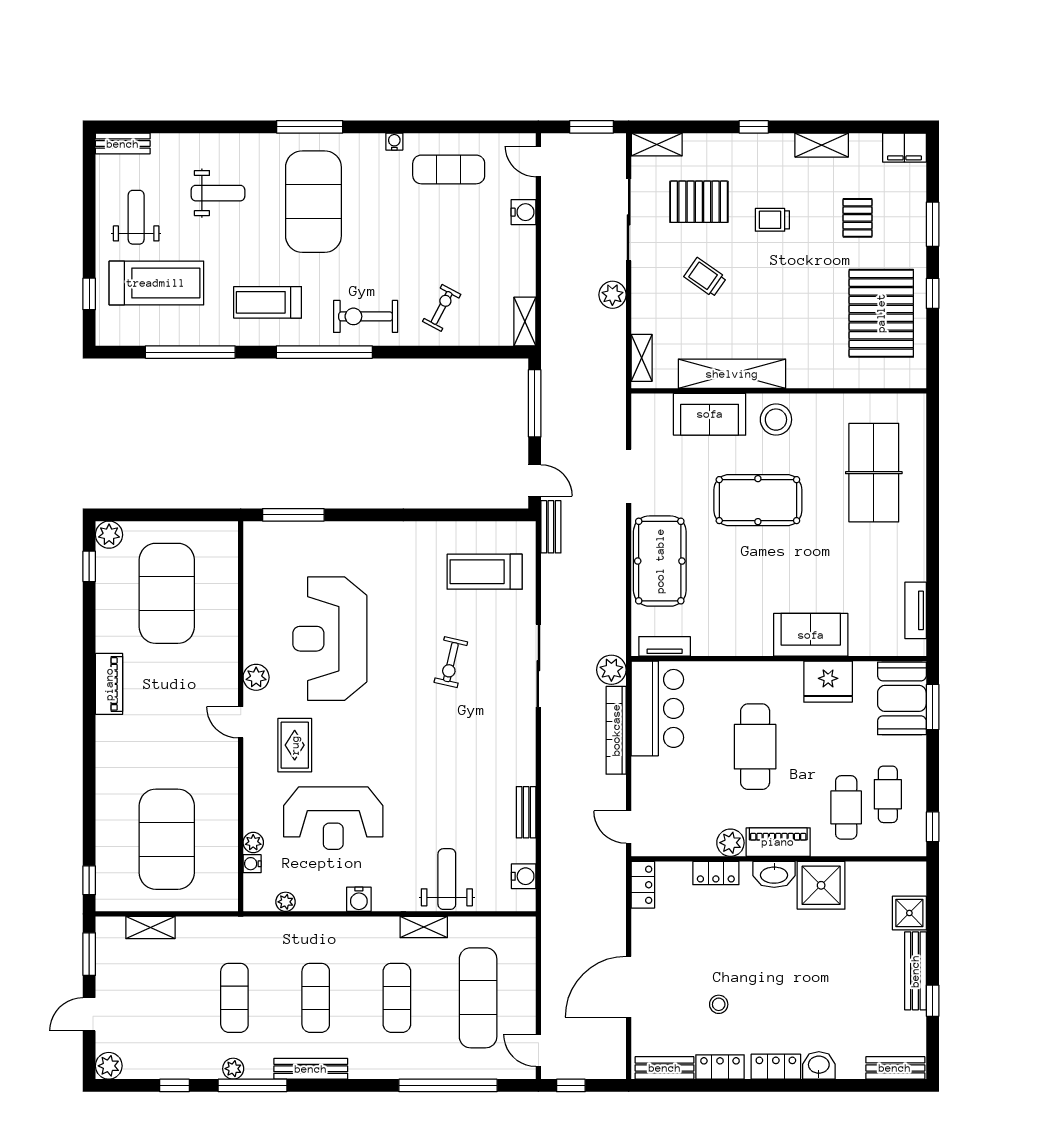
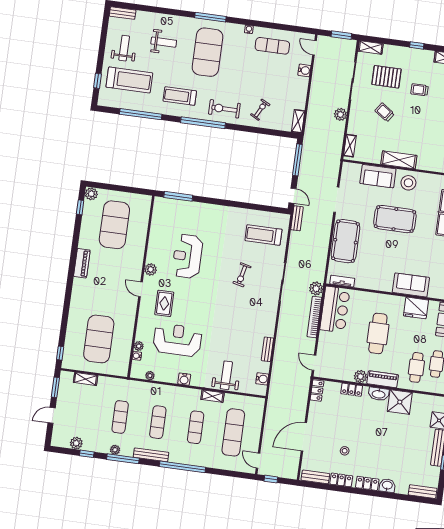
shelving: (732, 374) -> (399, 160), width x0.68
reception desk: (330, 639) -> (187, 256), width x0.74, depth x0.77
reception desk: (333, 818) -> (177, 340), turned 180
plant: (109, 1066) -> (76, 443), moved
window: (448, 1085) -> (182, 467), moved

